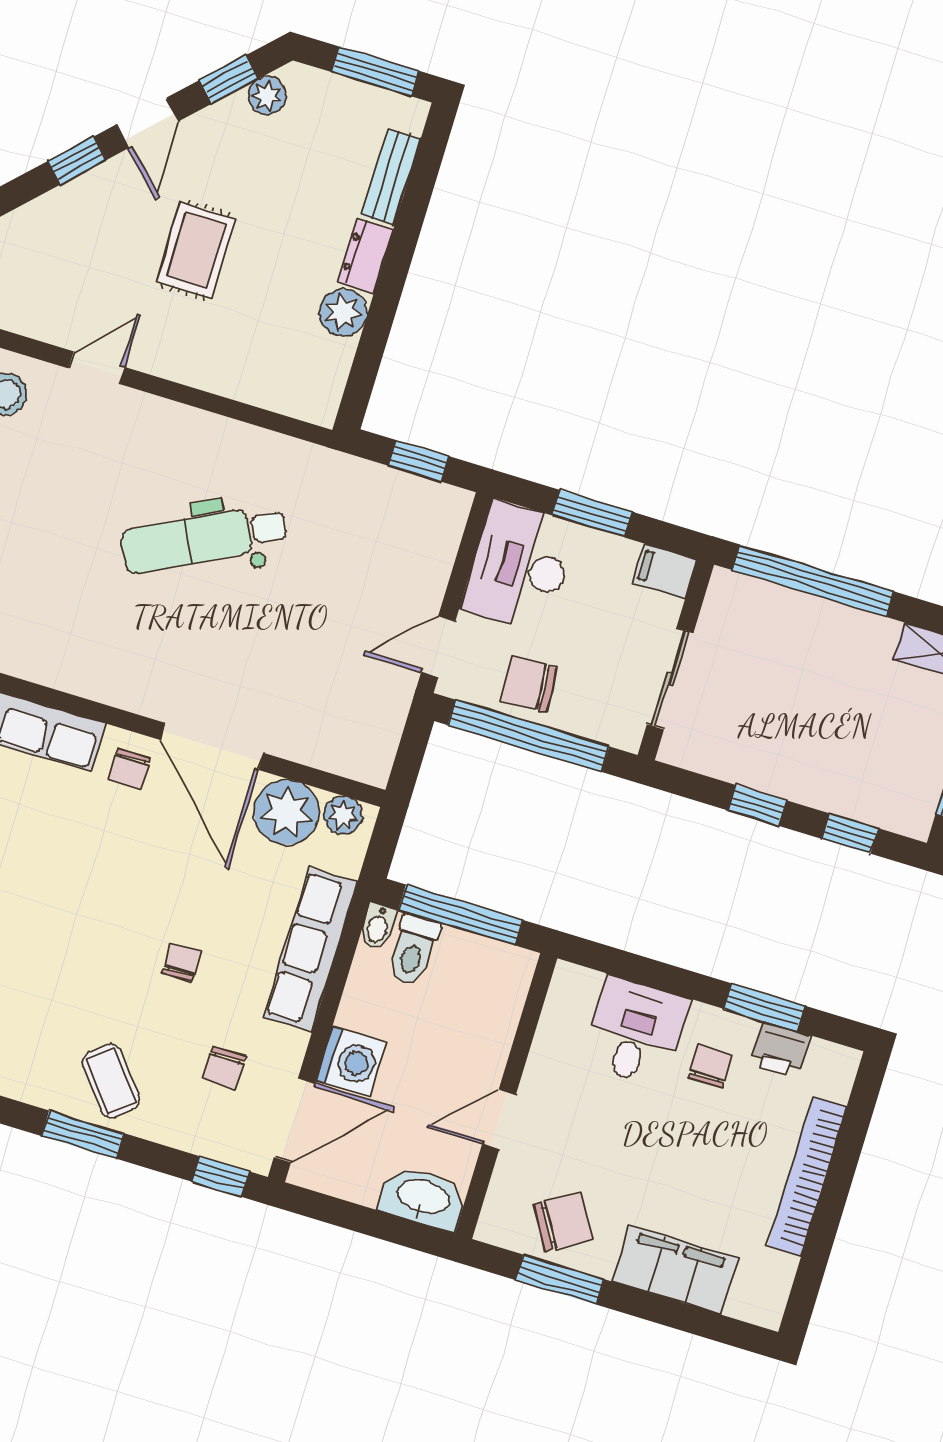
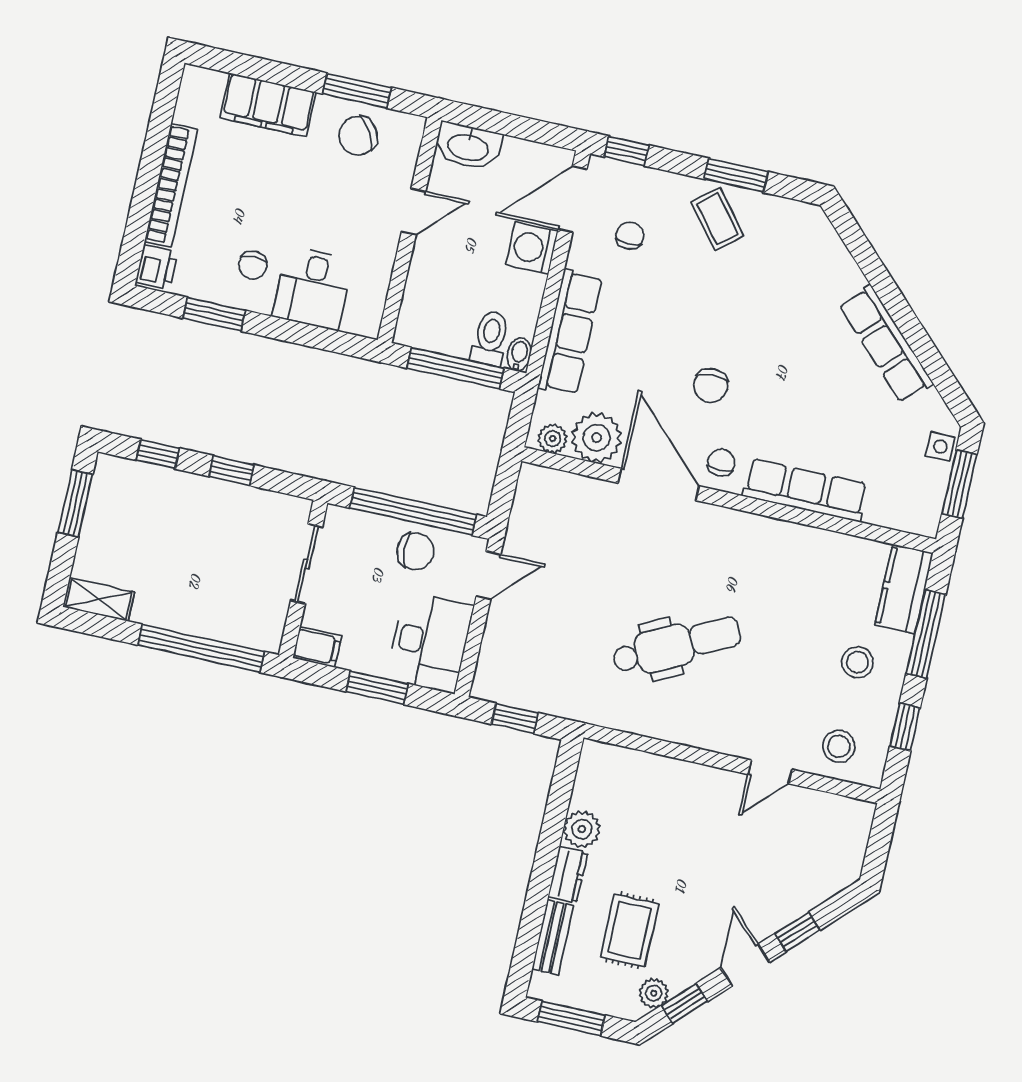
rug: (196, 250) -> (629, 930), moved
chair: (181, 962) -> (711, 386), moved, width x1.37, depth x1.37
printer: (780, 1050) -> (157, 267), moved, turned 90

